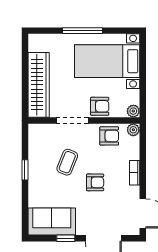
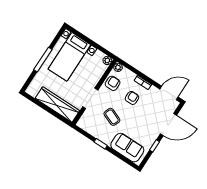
armchair: (100, 106) -> (92, 78), removed
armchair: (95, 182) -> (132, 98), moved
sofa: (52, 221) -> (127, 148), moved, turned 90

